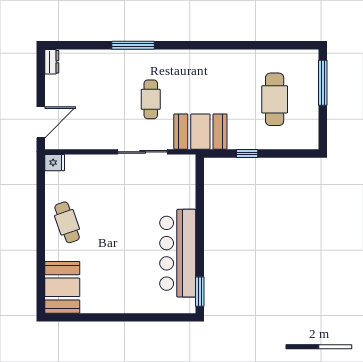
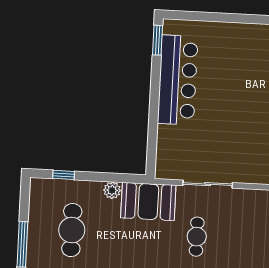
plant: (237, 141) -> (112, 190), added
window: (247, 153) -> (64, 175), moved

